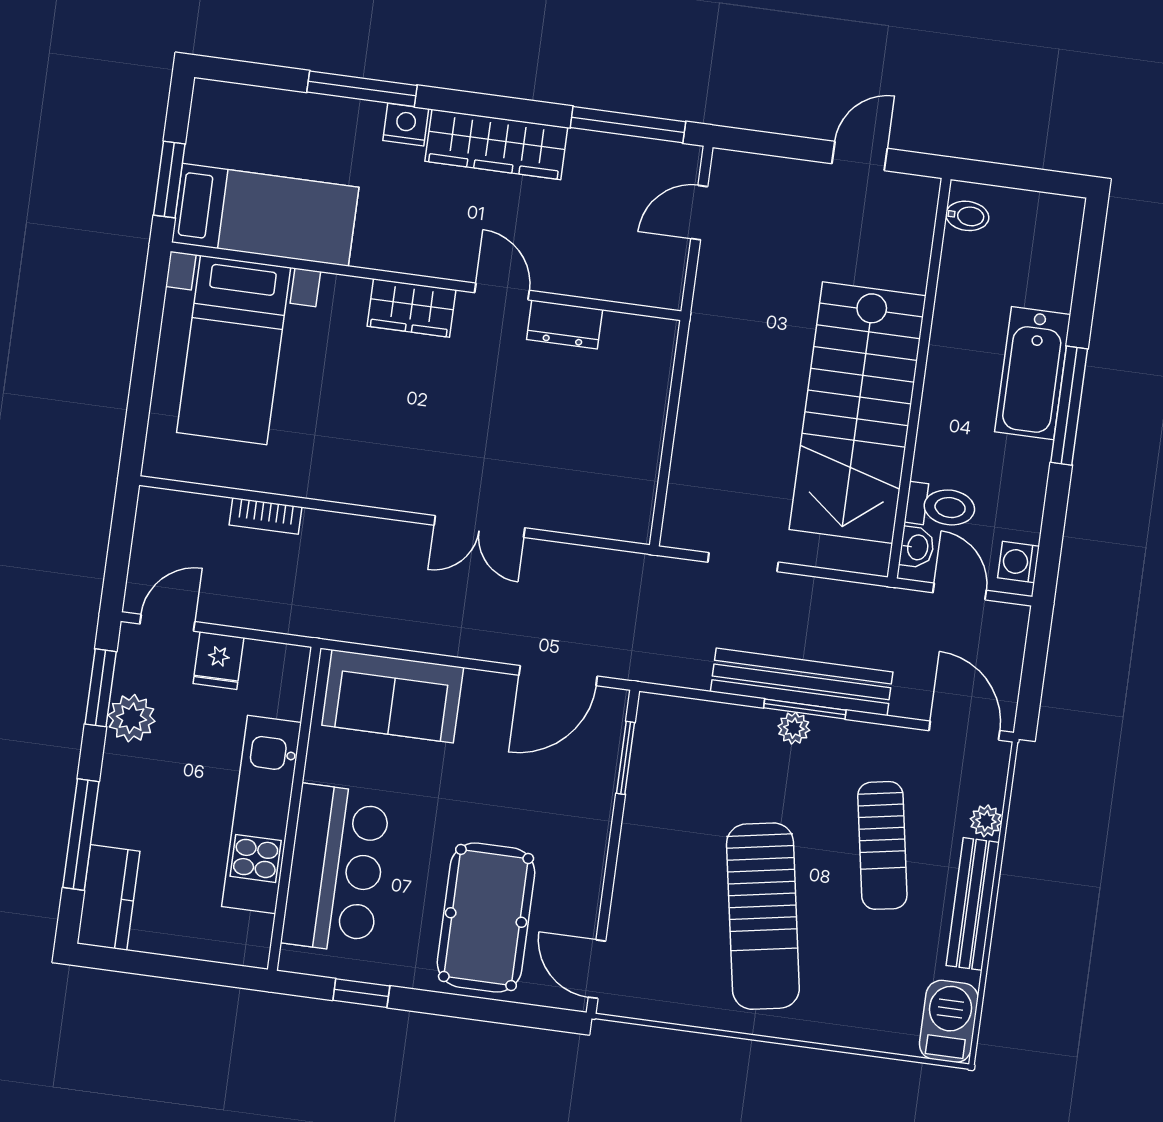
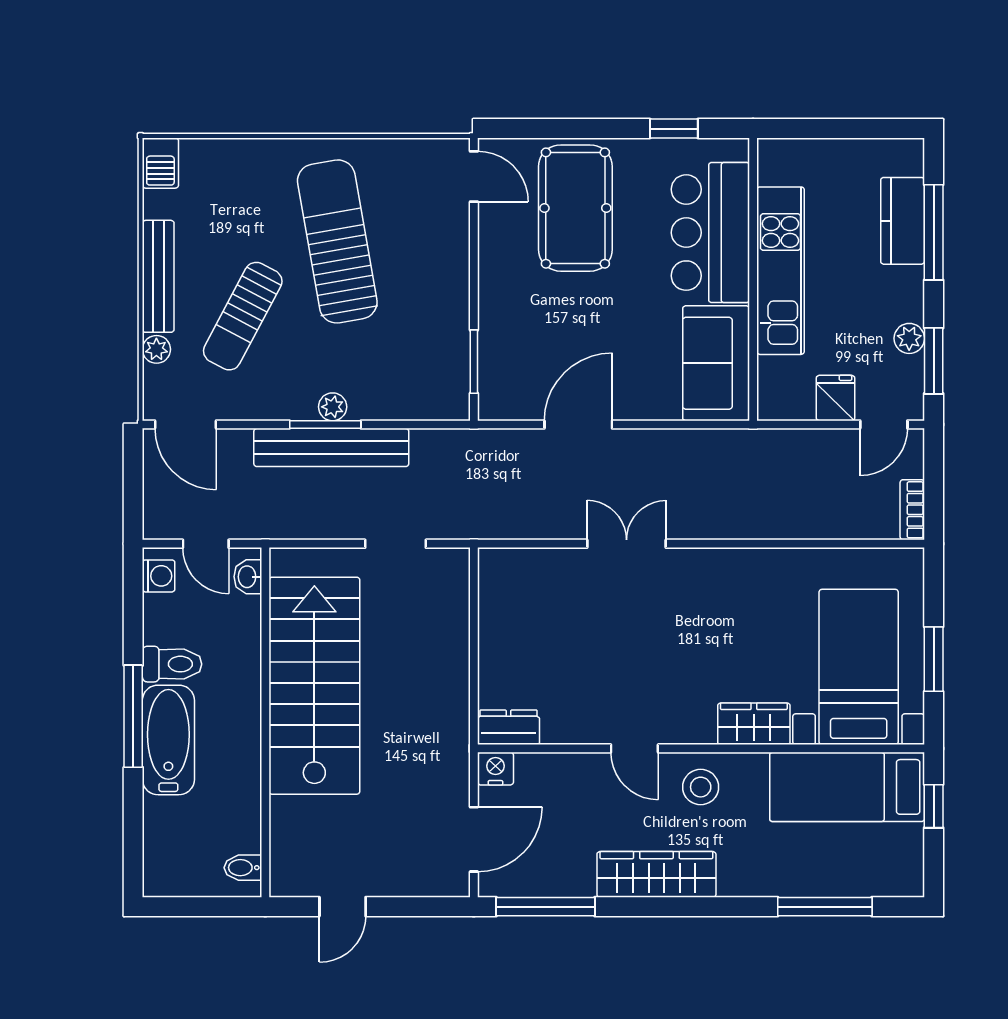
window: (362, 89) -> (825, 907), moved
nightstand: (406, 125) -> (495, 769), moved, turned 180
window: (169, 180) -> (934, 806), width x0.67
door: (699, 213) -> (474, 839), width x1.38
stool: (432, 237) -> (701, 787), added
wardrobe: (411, 308) -> (754, 724), moved
dresser: (565, 325) -> (508, 727), moved
window: (147, 347) -> (934, 659), added
toilet: (941, 506) -> (172, 664), moved, turned 180
bookcase: (266, 516) -> (912, 510), moved, turned -90
door: (558, 676) -> (578, 425), moved
sofa: (393, 696) -> (716, 363), moved, turned -90
plant: (132, 718) -> (909, 338), width x0.73, depth x0.73
sun lounger: (882, 845) -> (243, 316), turned -142
kitchen counter: (108, 897) -> (903, 221), moved
barbecue: (949, 1021) -> (160, 163), width x0.73, depth x0.79

